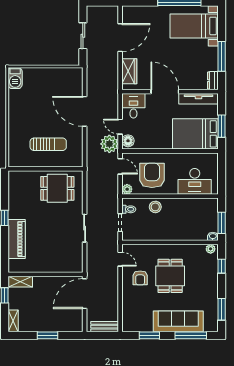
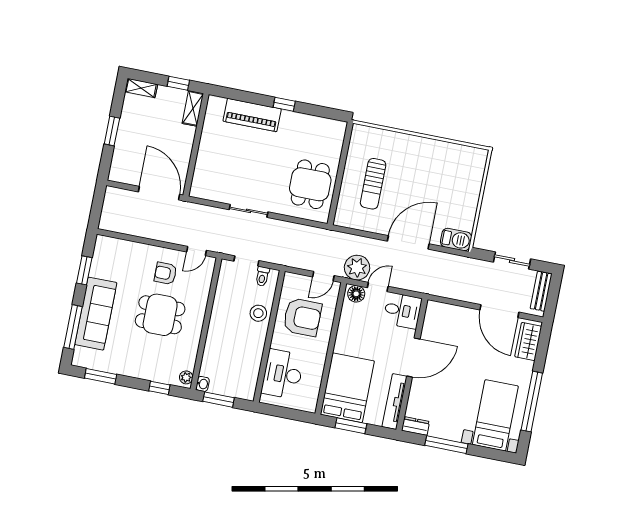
wardrobe: (129, 71) -> (528, 342), moved, turned 90
barbecue: (15, 78) -> (456, 240), moved, turned 180
plant: (127, 189) -> (290, 279), removed
bench: (105, 327) -> (541, 291), moved

